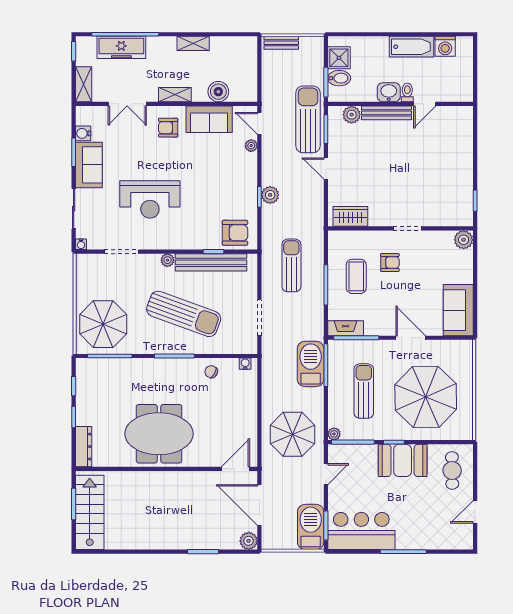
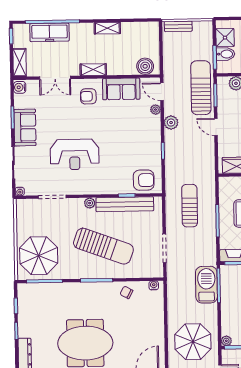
boiler: (218, 92) -> (145, 66), moved
water cooler: (83, 133) -> (20, 87), moved
plant: (270, 195) -> (171, 123), moved

